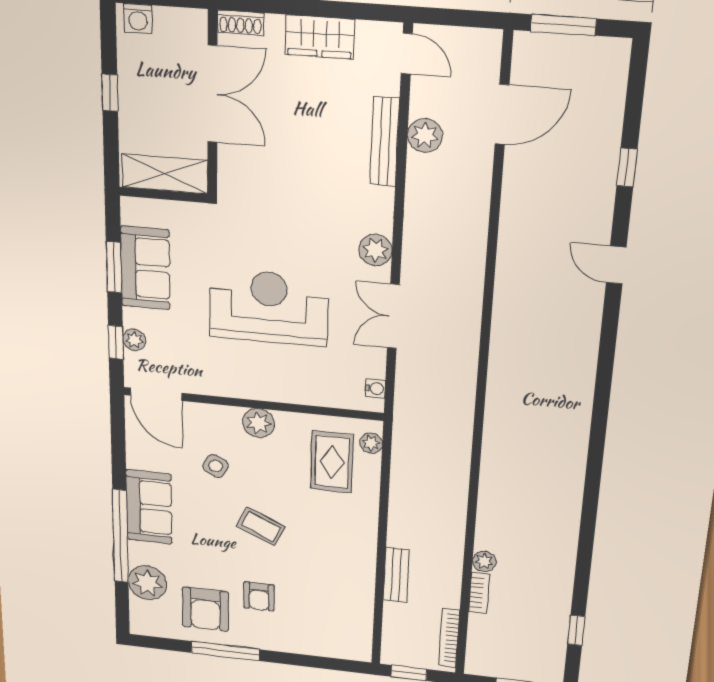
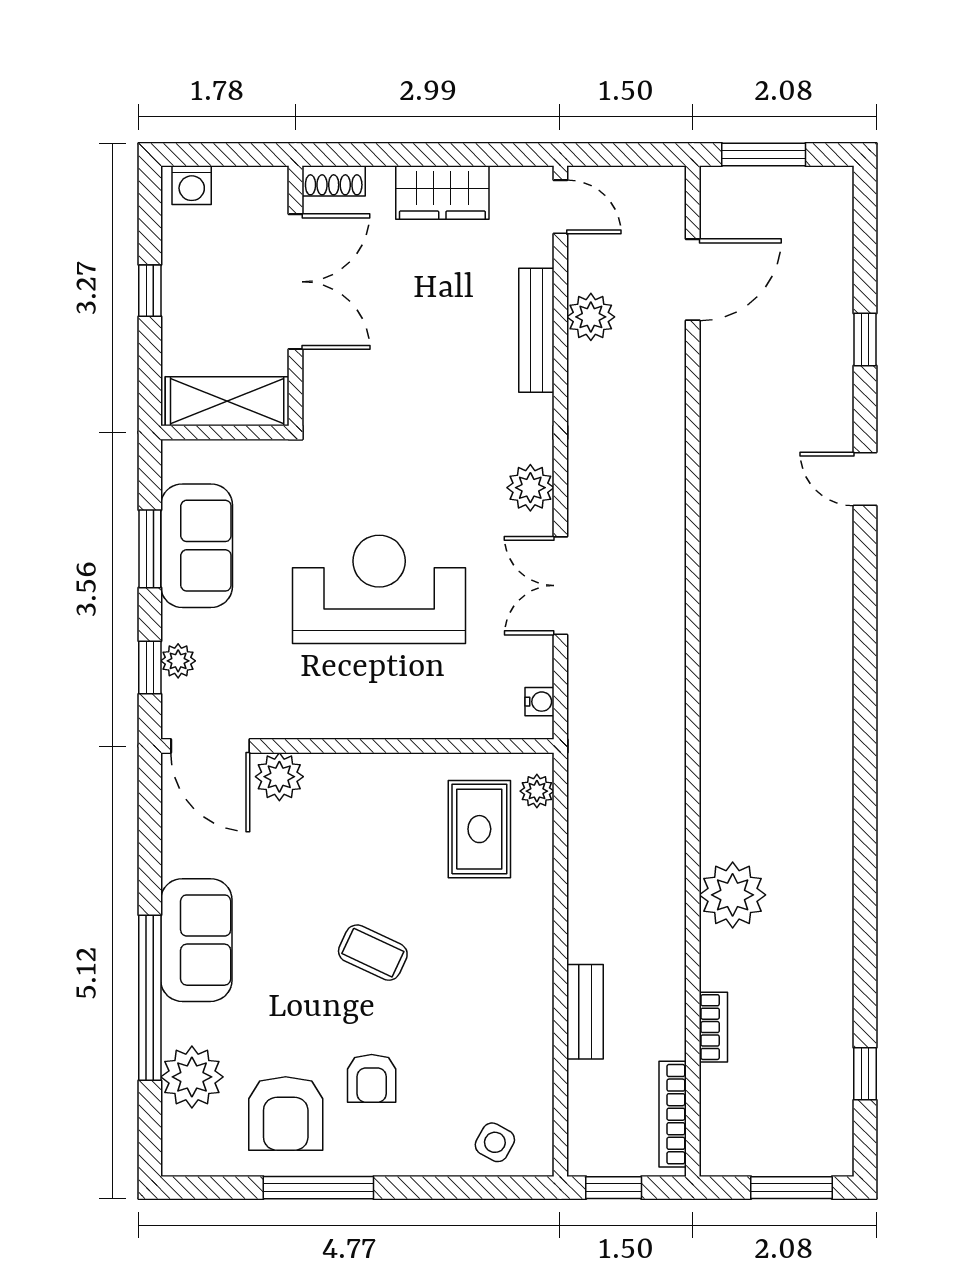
plant: (258, 423) -> (279, 777), moved
side table: (216, 466) -> (495, 1142), moved
plant: (484, 561) -> (733, 895), moved, width x1.88, depth x1.88

